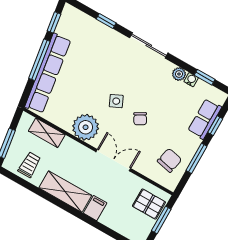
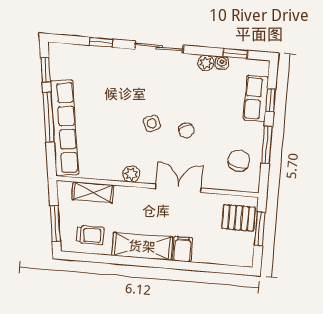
plant: (86, 127) -> (131, 174), width x0.53, depth x0.53
trolley: (29, 165) -> (90, 235), turned 90

